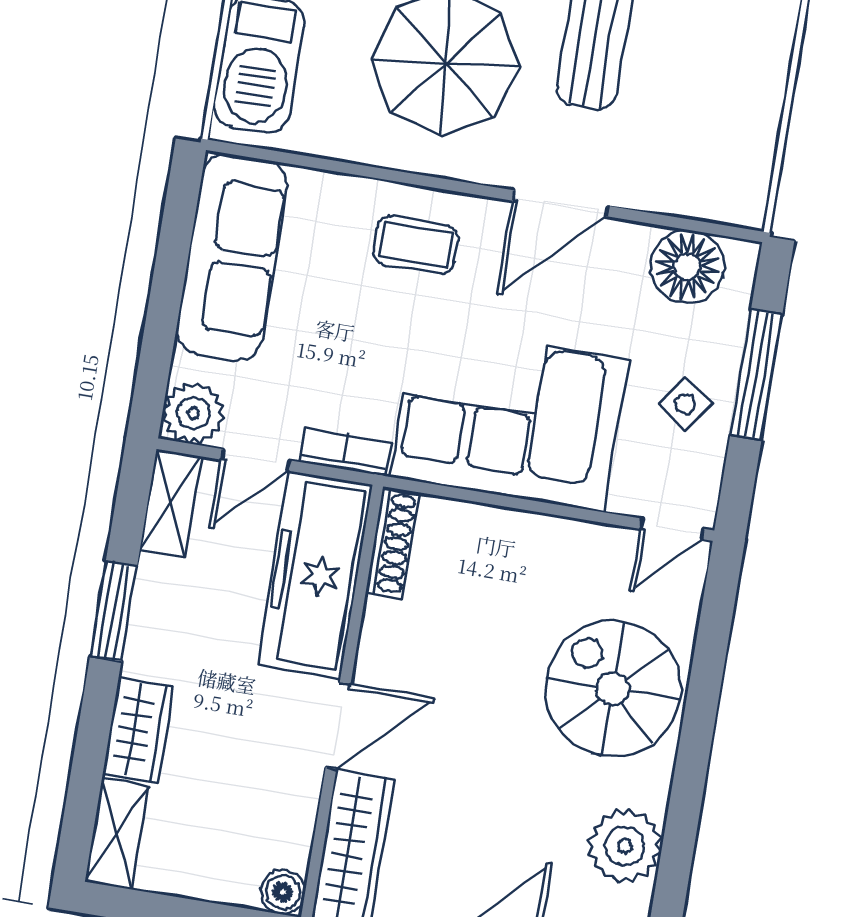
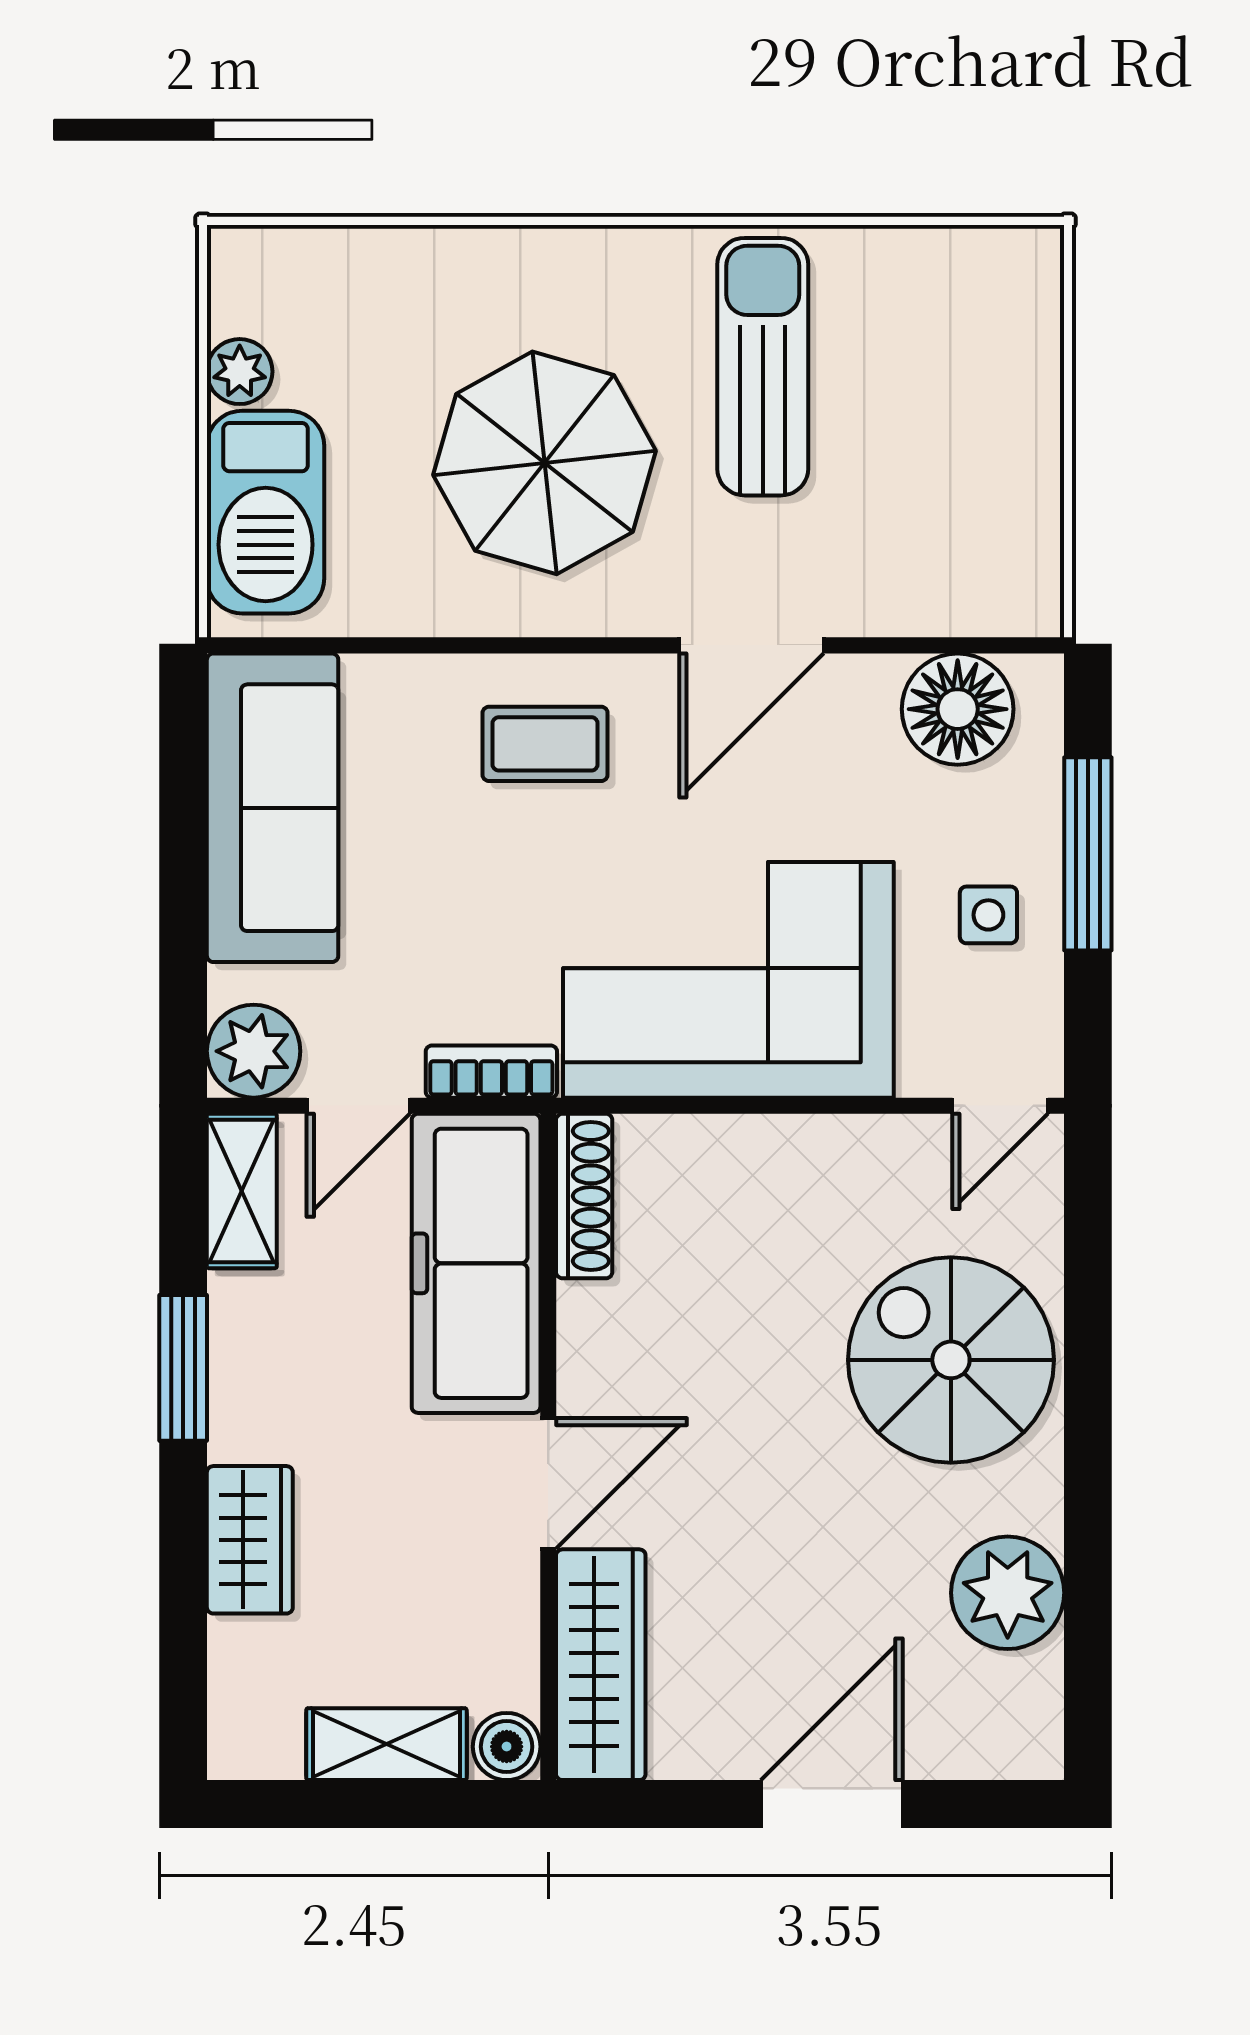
side table: (685, 404) -> (988, 915), turned -36
shelving: (117, 834) -> (386, 1744), moved, turned 90

